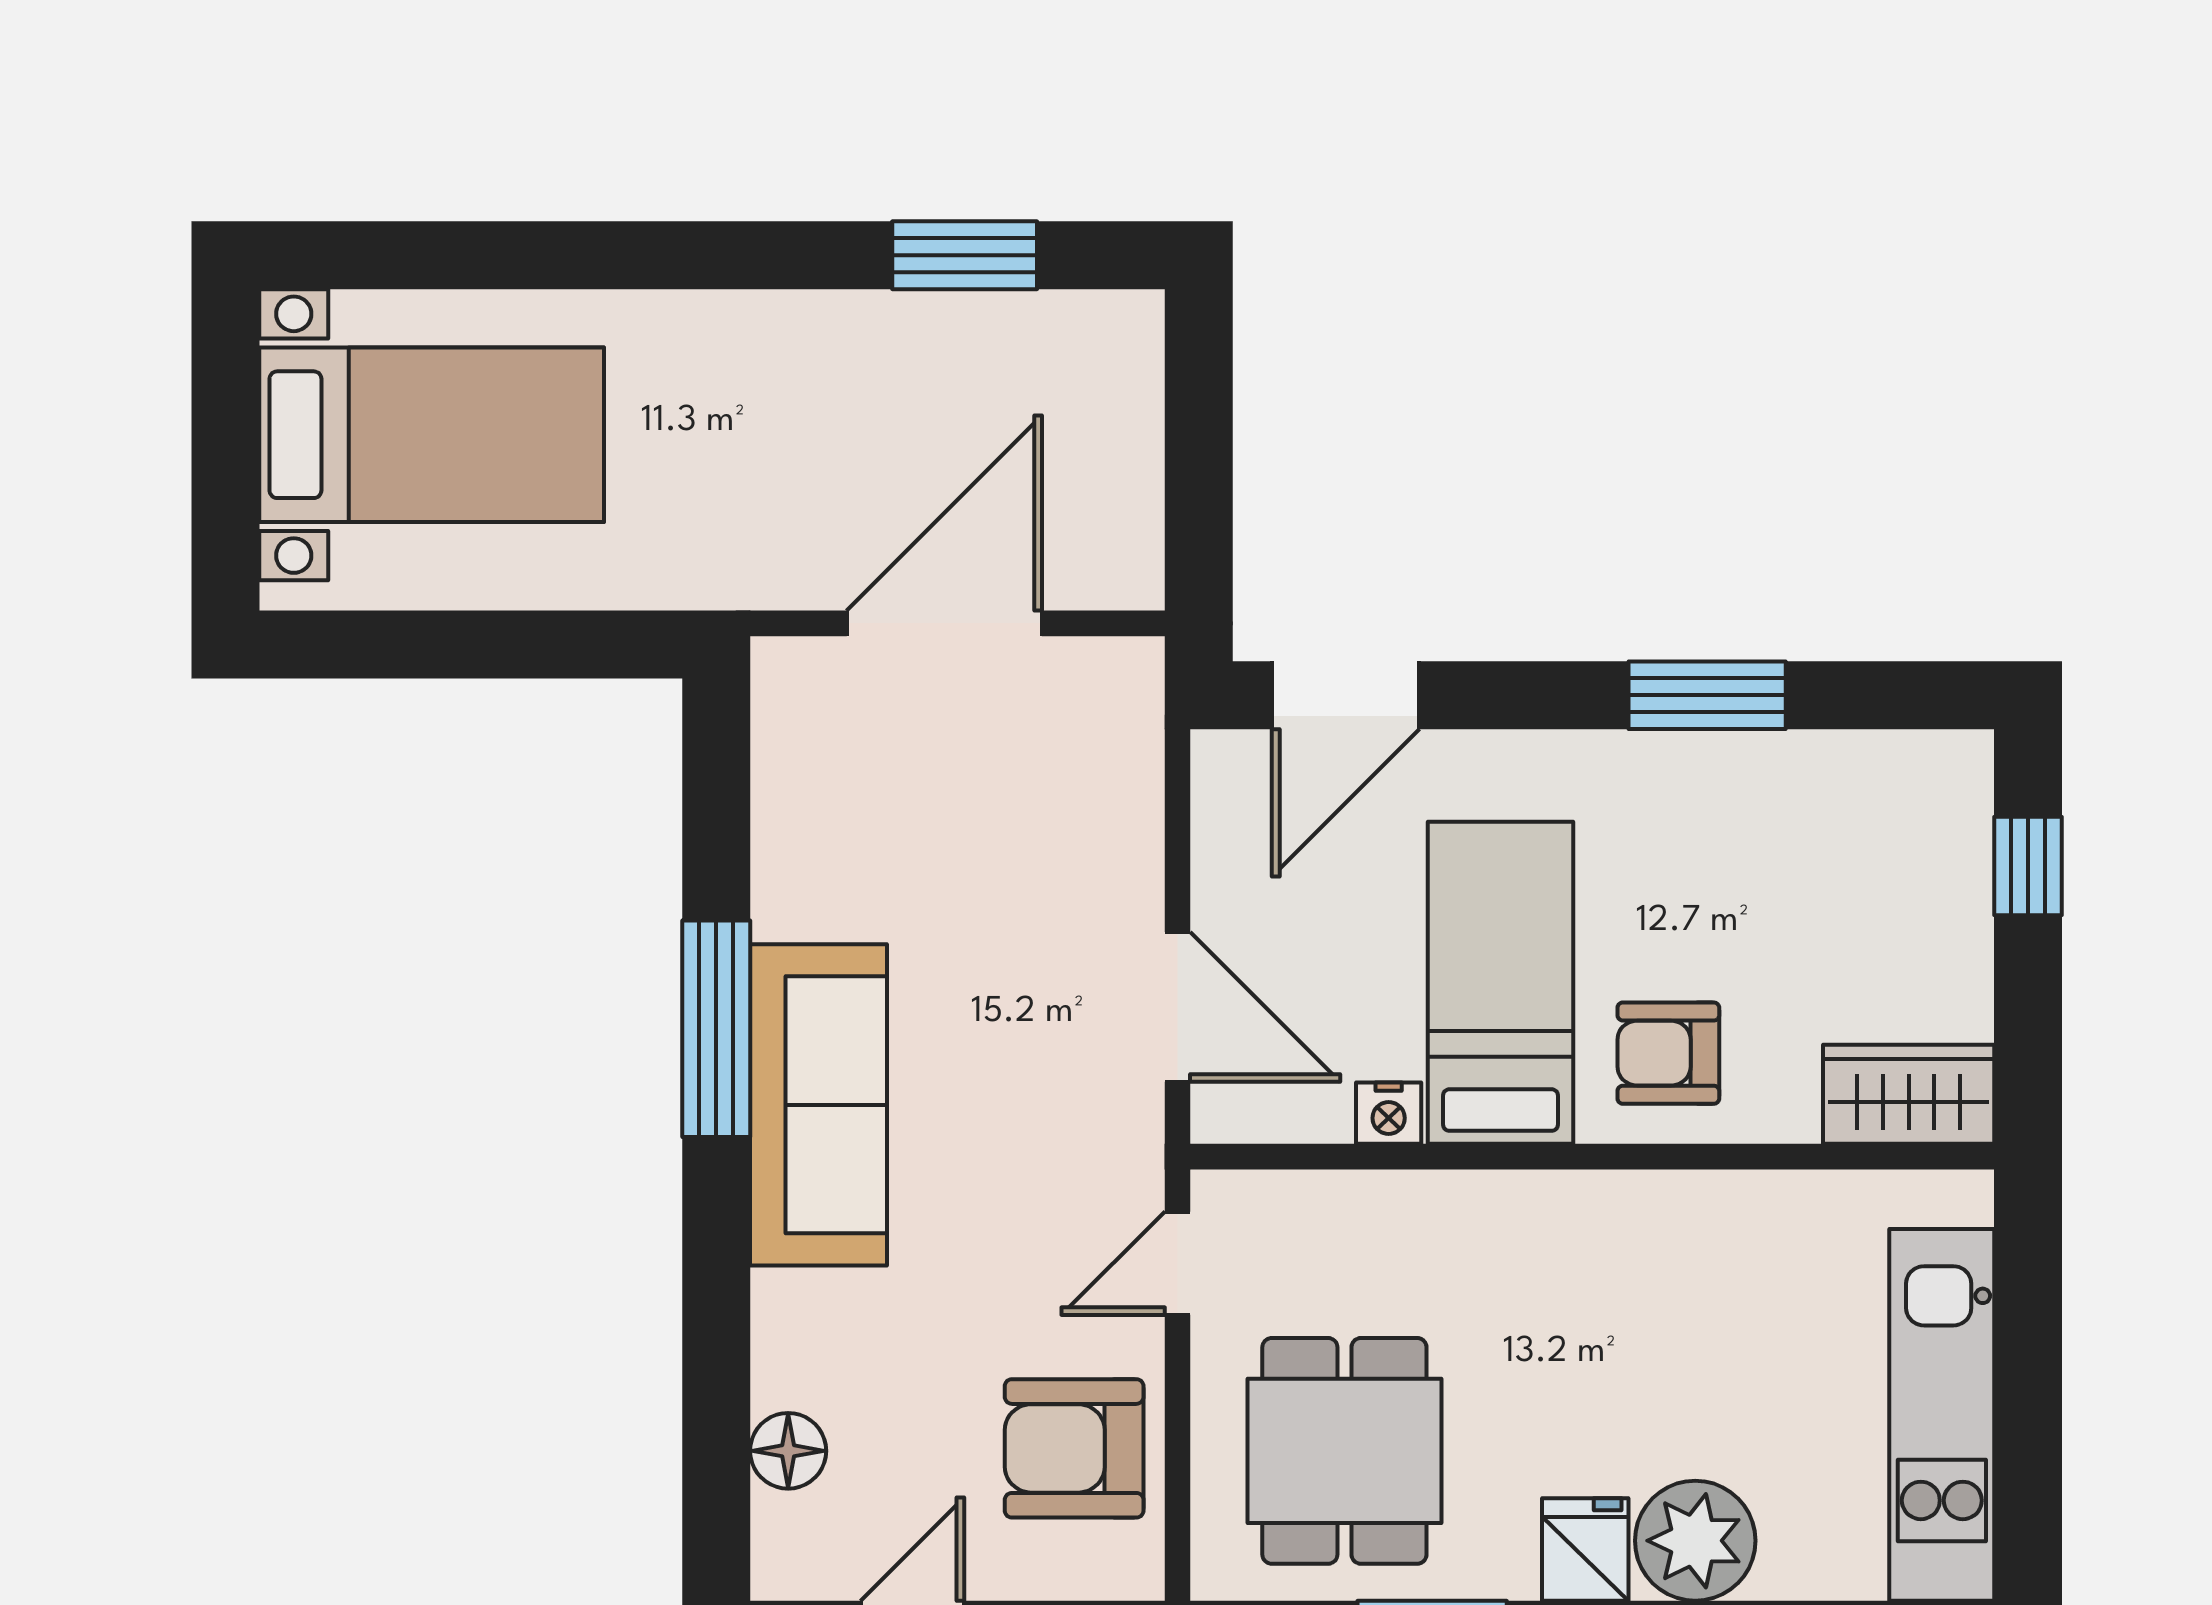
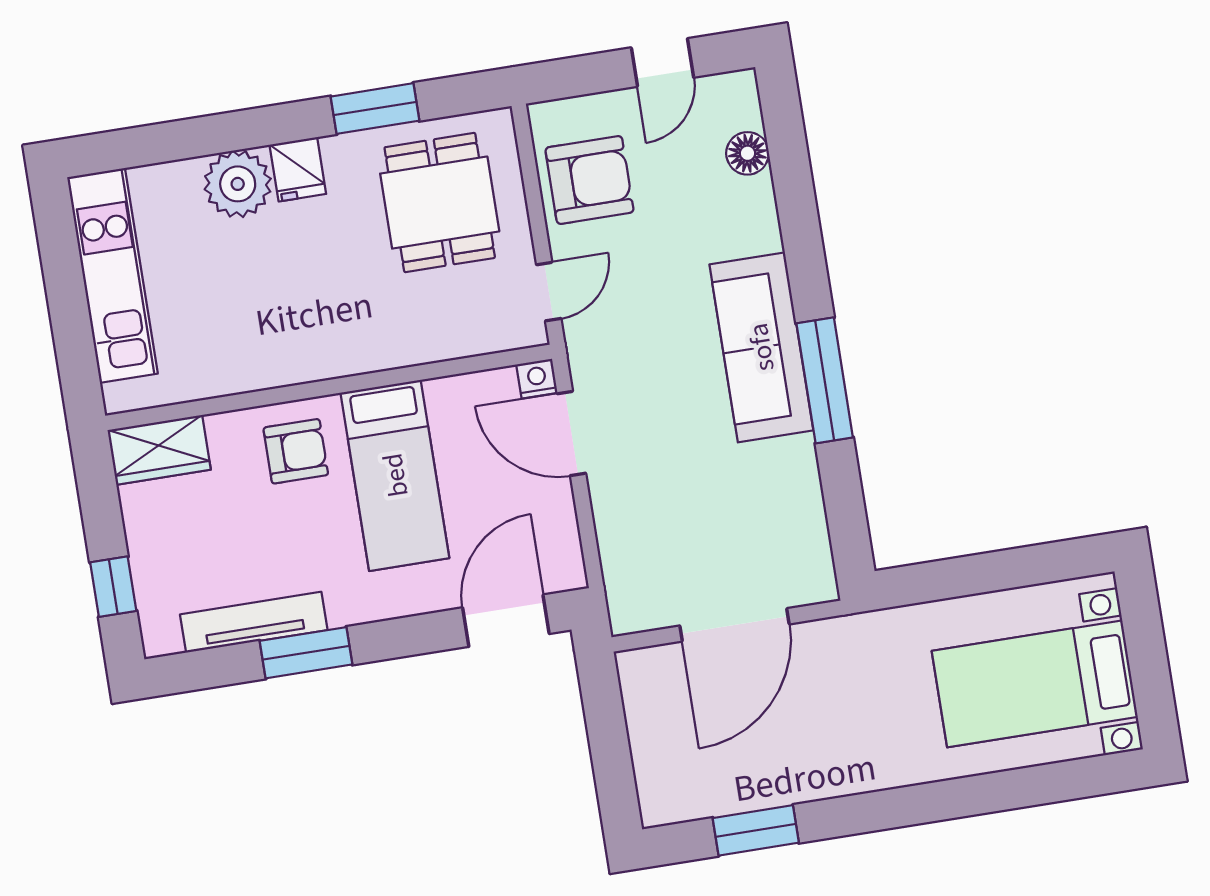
tv unit: (1791, 764) -> (254, 622), added
nightstand: (1389, 1113) -> (537, 379), moved

